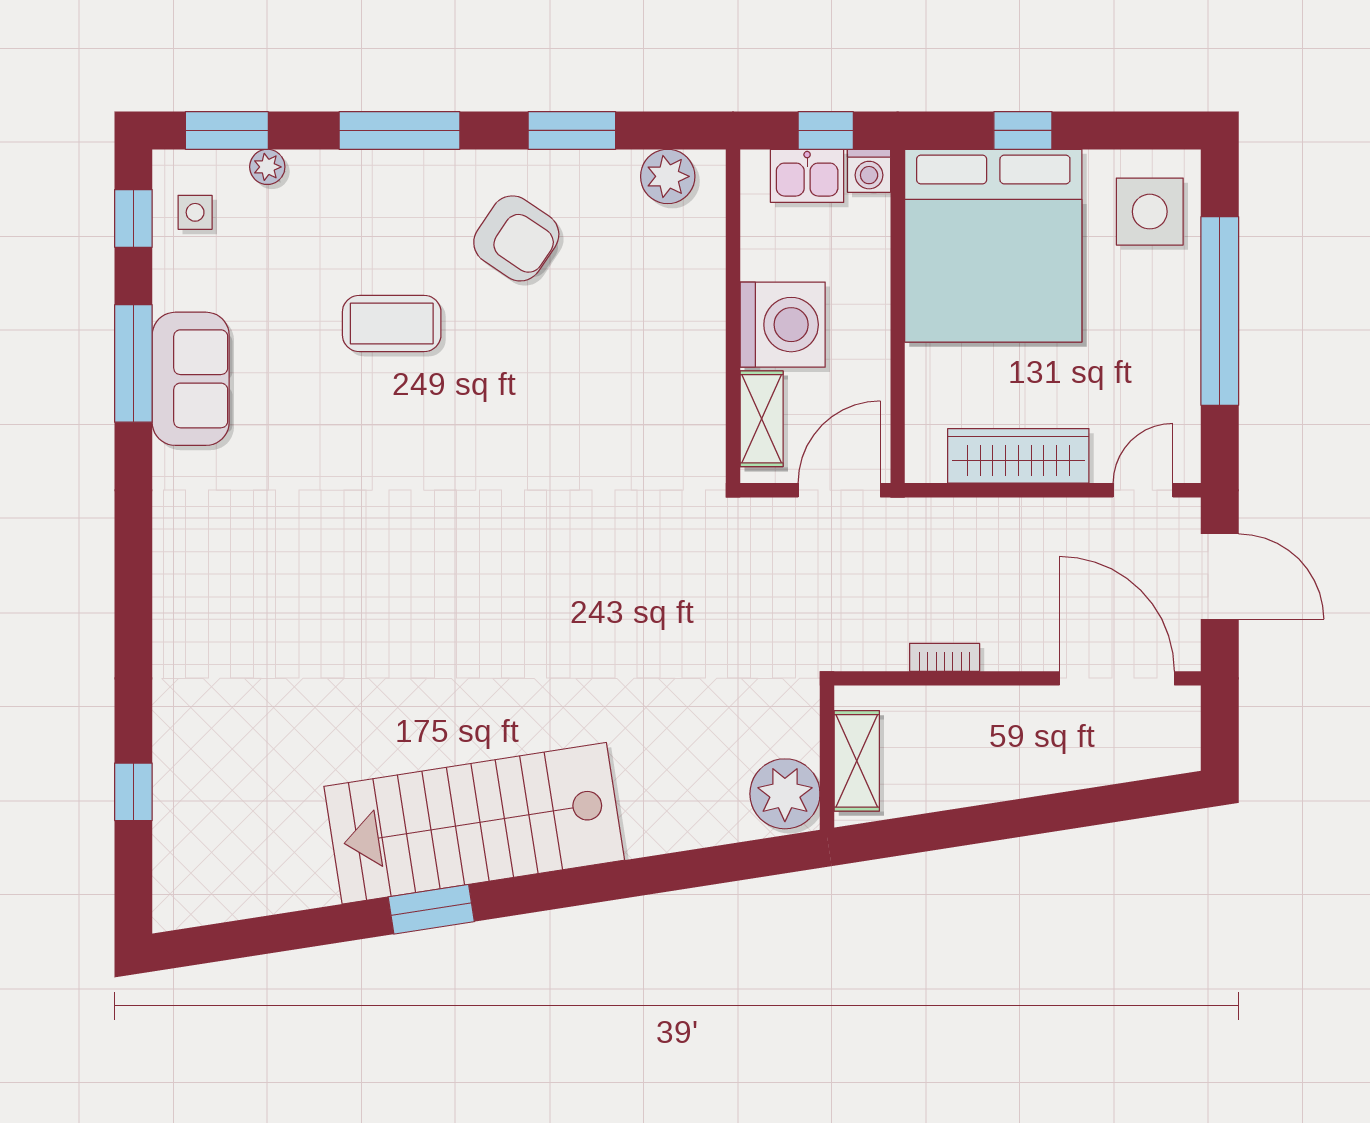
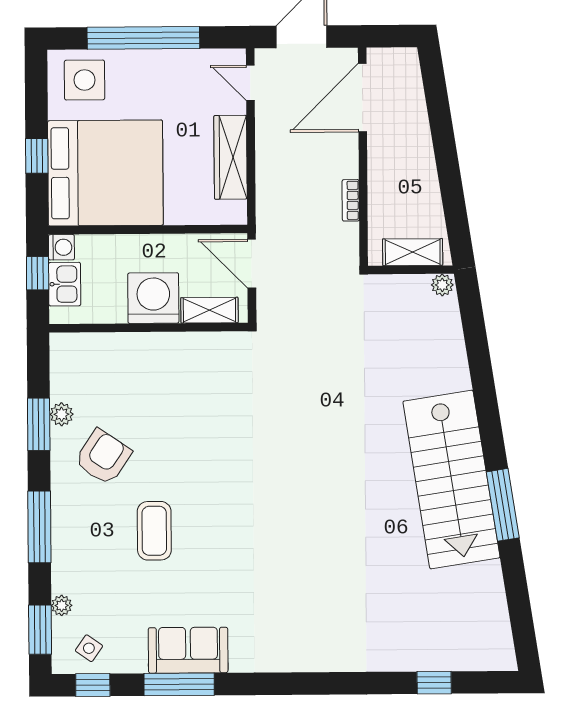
plant: (668, 176) -> (62, 414), moved, width x0.73, depth x0.73
side table: (195, 212) -> (89, 648), turned 35
plant: (785, 794) -> (442, 285), width x0.53, depth x0.53
window: (431, 909) -> (503, 505), width x1.44

